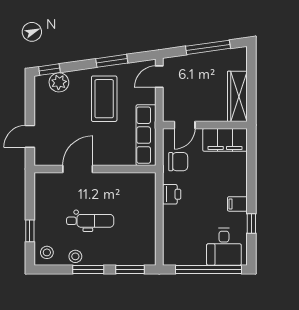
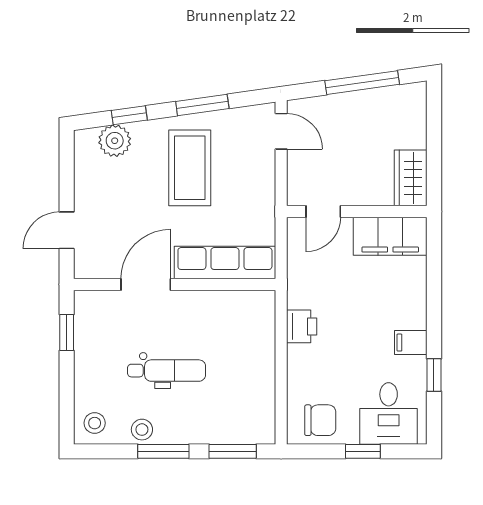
window: (49, 70) -> (129, 115), moved
door: (159, 77) -> (281, 131), swing flipped
wardrobe: (237, 96) -> (411, 178), width x0.67
row of seats: (146, 135) -> (225, 262), moved, turned 90
chair: (178, 162) -> (320, 420), moved
window: (30, 231) -> (67, 332), moved
window: (208, 269) -> (363, 451), width x0.32

